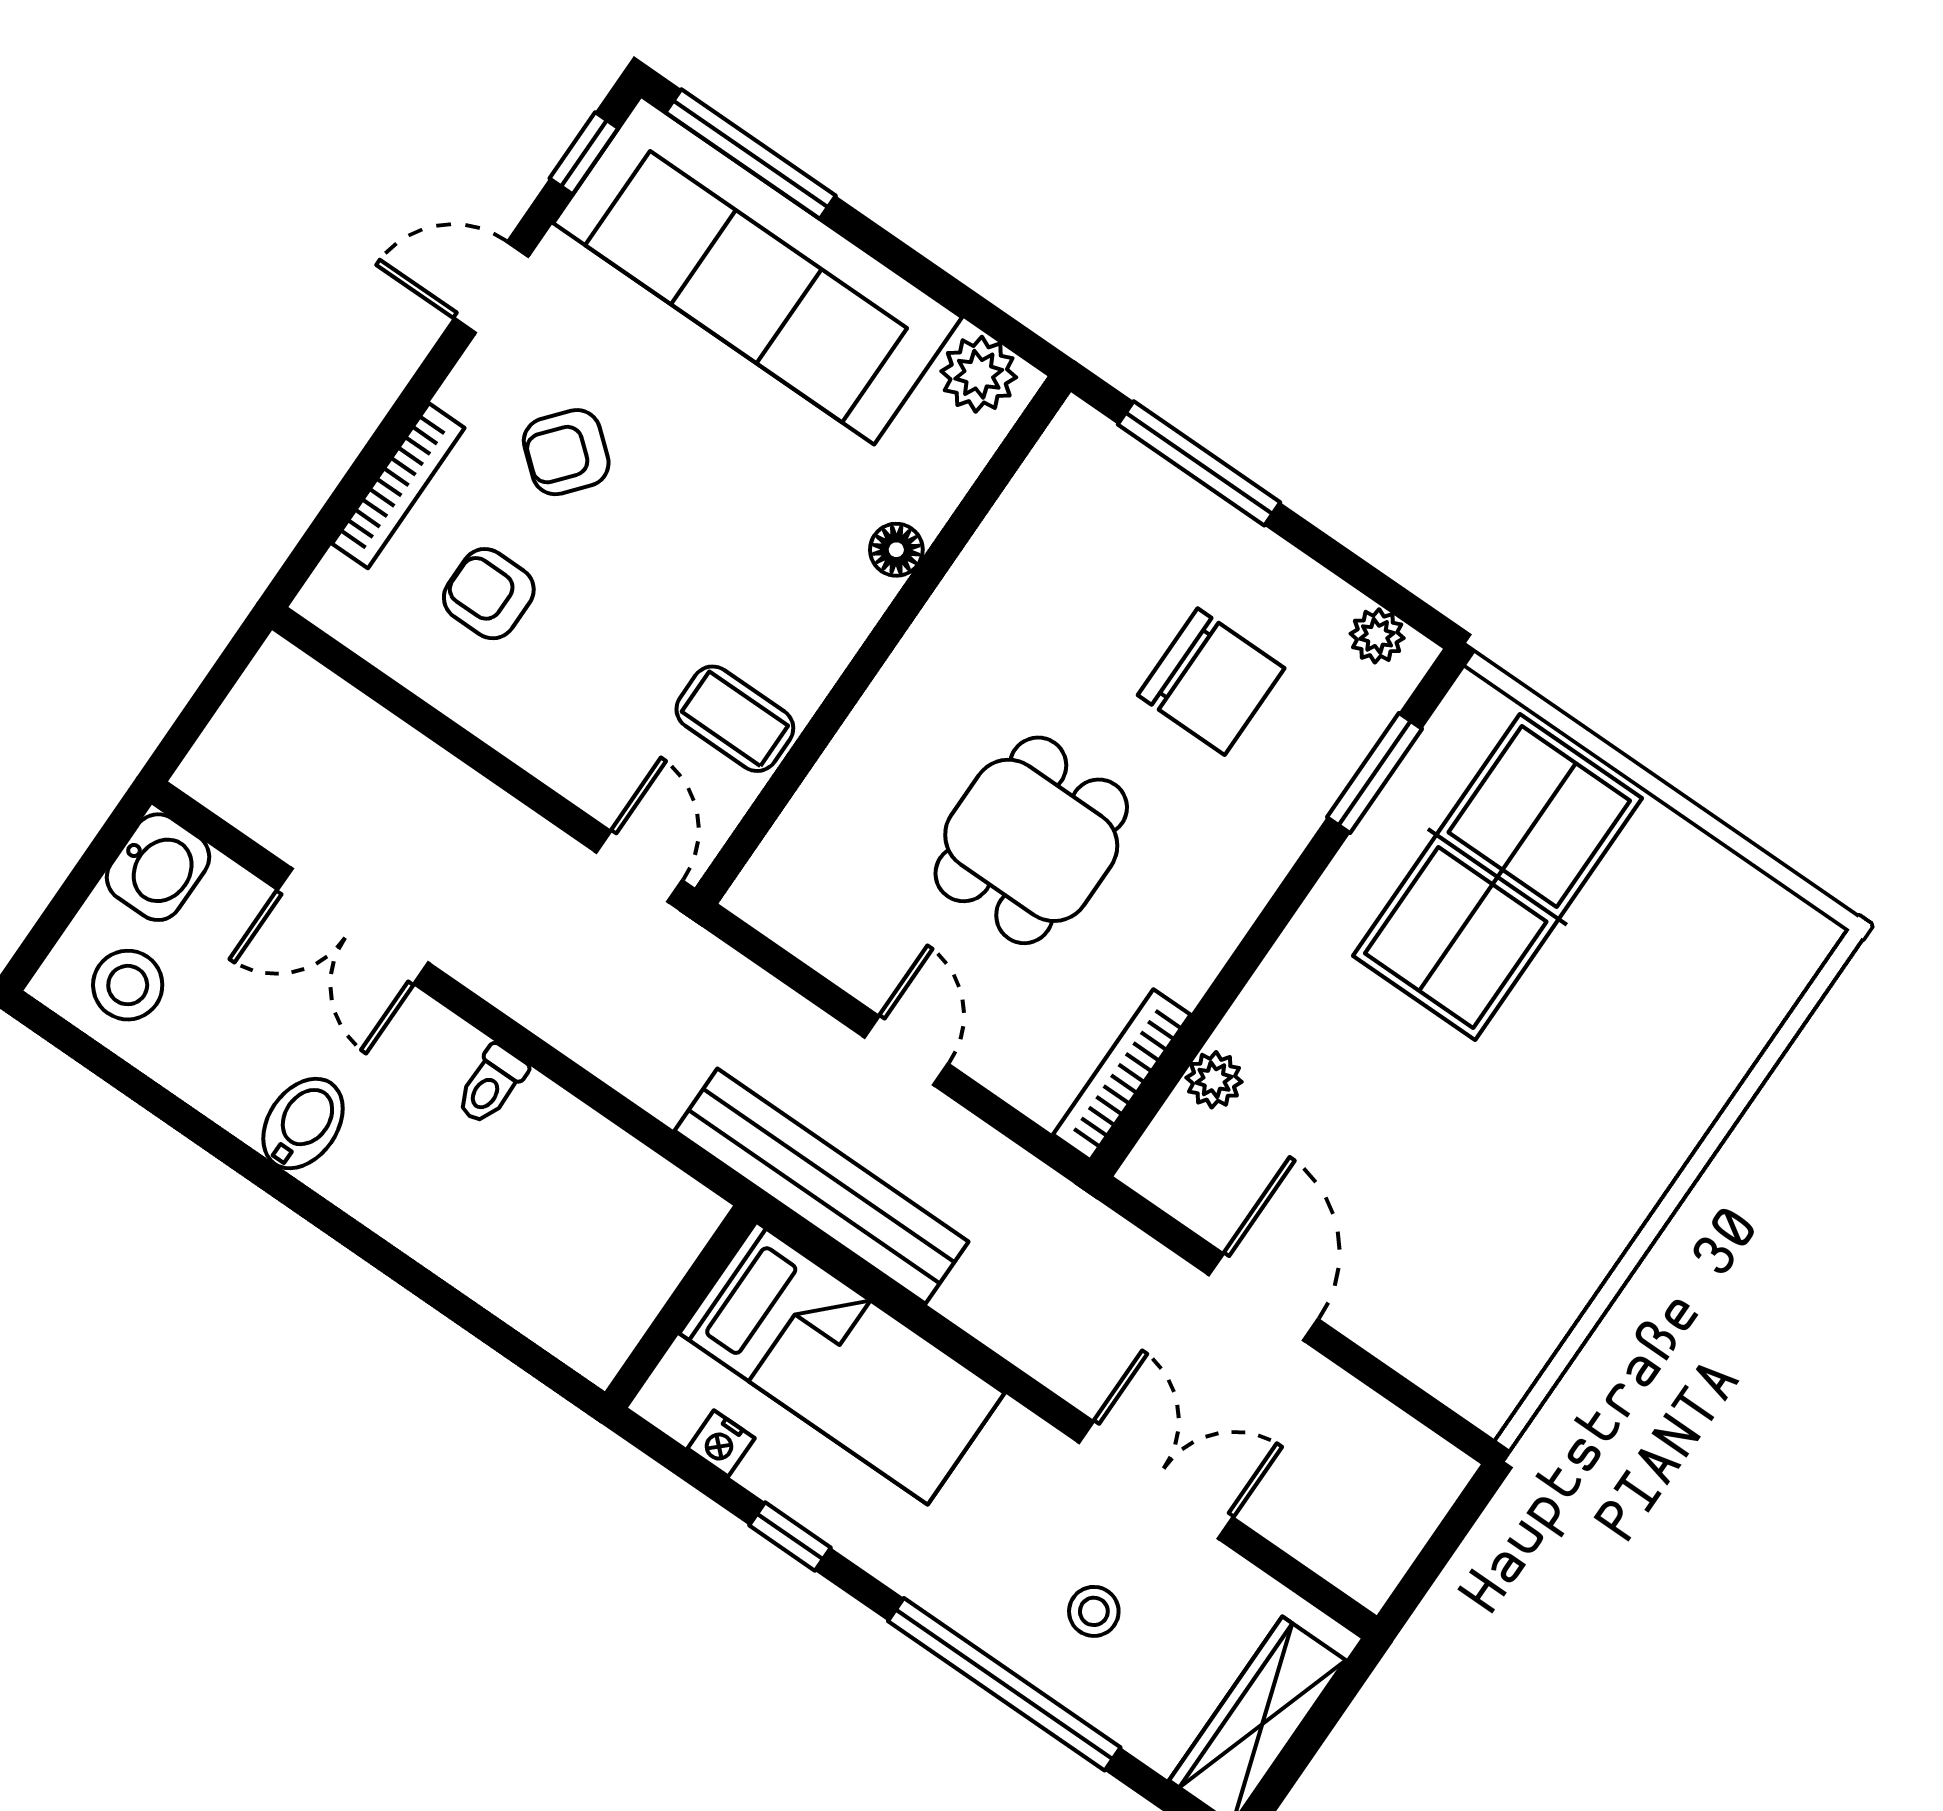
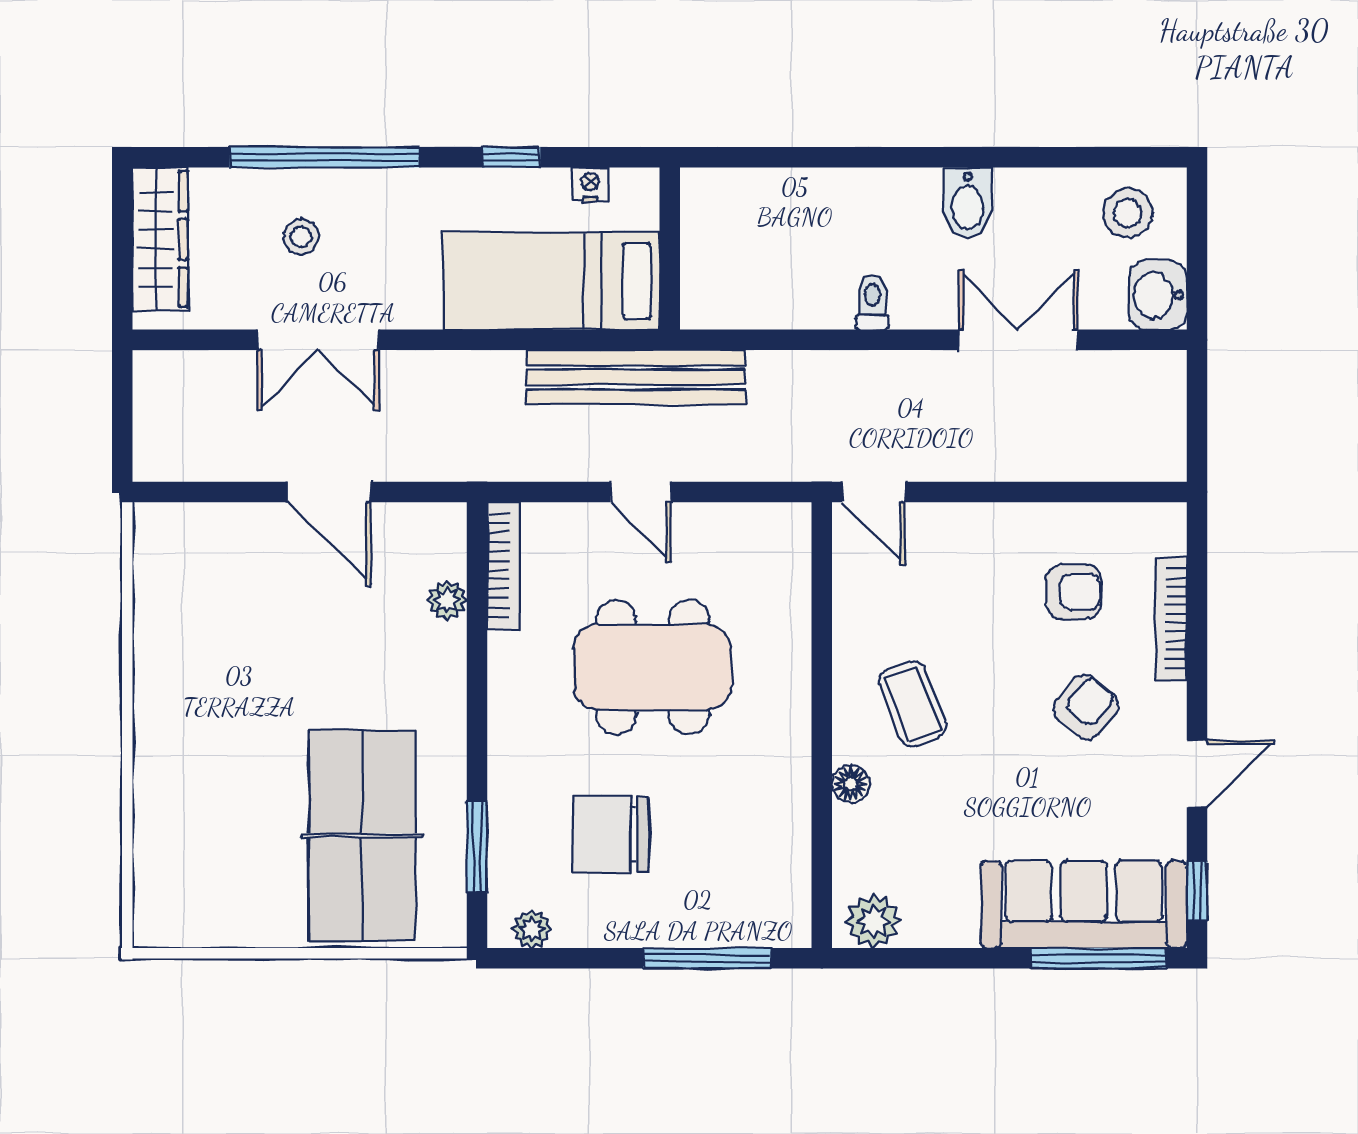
sofa: (758, 270) -> (1084, 904), width x0.74, depth x0.79
coffee table: (735, 719) -> (913, 704), moved, turned 69
dining table: (1031, 840) -> (653, 667), width x1.37

